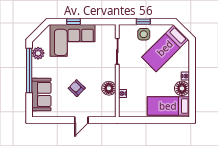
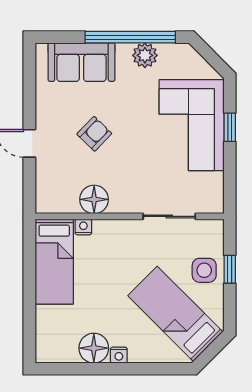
plant: (38, 53) -> (145, 55), moved
bed: (168, 106) -> (54, 262), moved, turned 180

